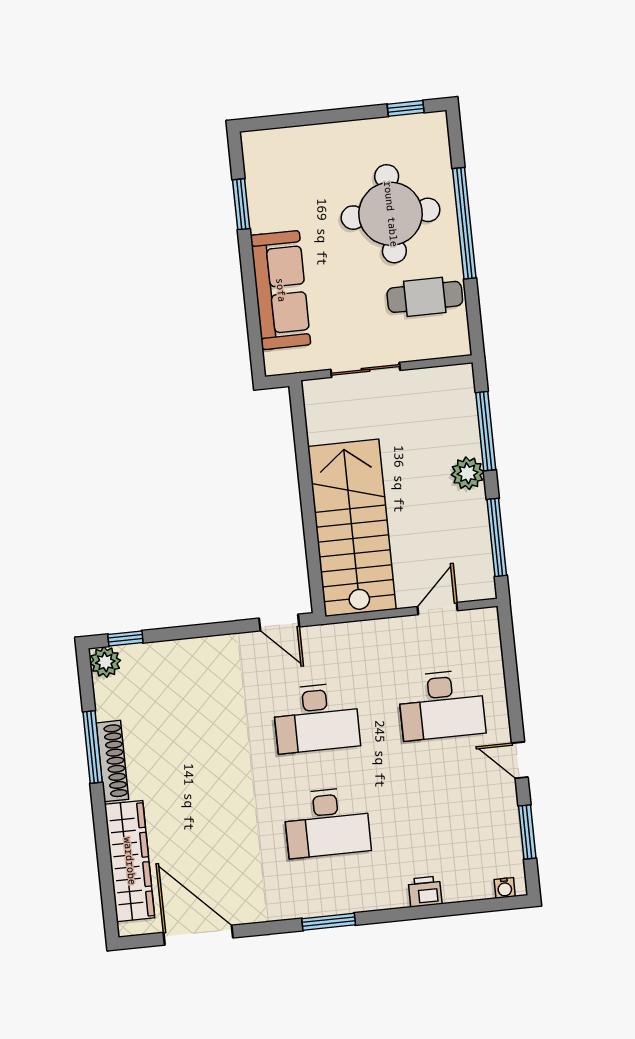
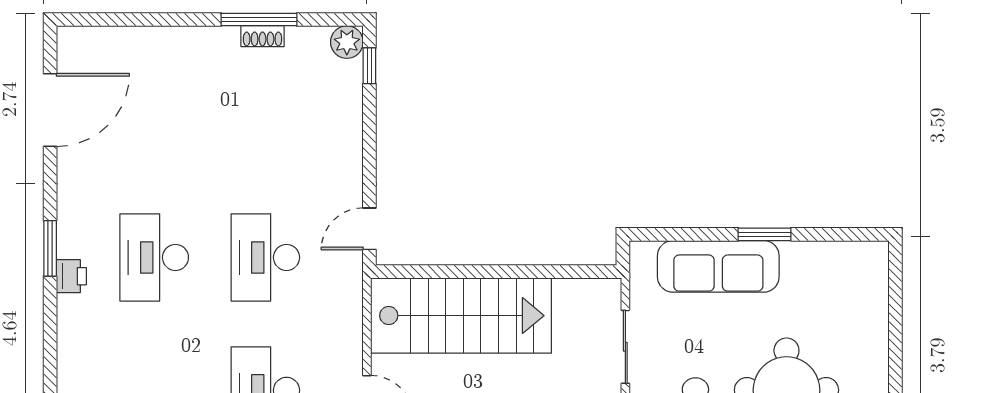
window: (241, 204) -> (765, 234), moved
shoe rack: (112, 761) -> (263, 36), width x0.51, depth x0.81
wardrobe: (130, 861) -> (135, 46), removed
printer: (425, 891) -> (71, 276), moved

